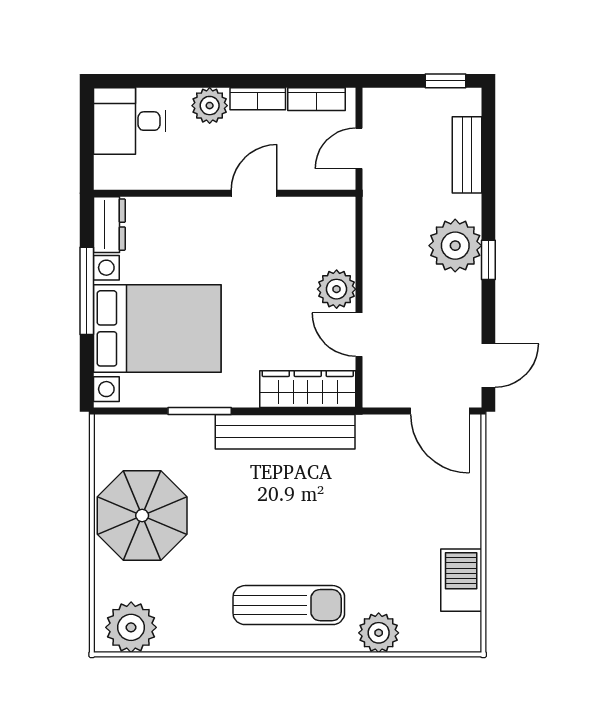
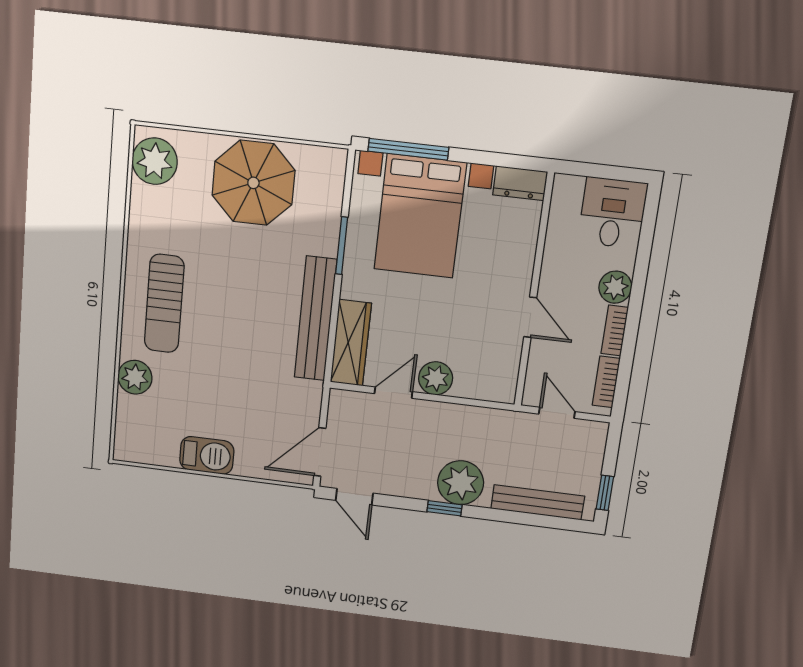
bench: (467, 155) -> (538, 502), width x1.36
window: (87, 291) -> (408, 149), moved
barbecue: (461, 580) -> (207, 455), moved

